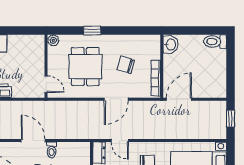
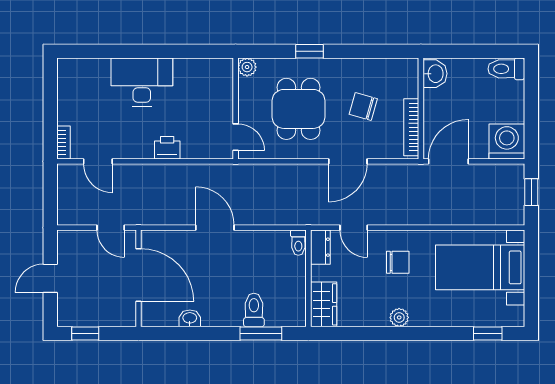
washing machine: (215, 87) -> (507, 142), added
toilet: (52, 150) -> (298, 243), moved

